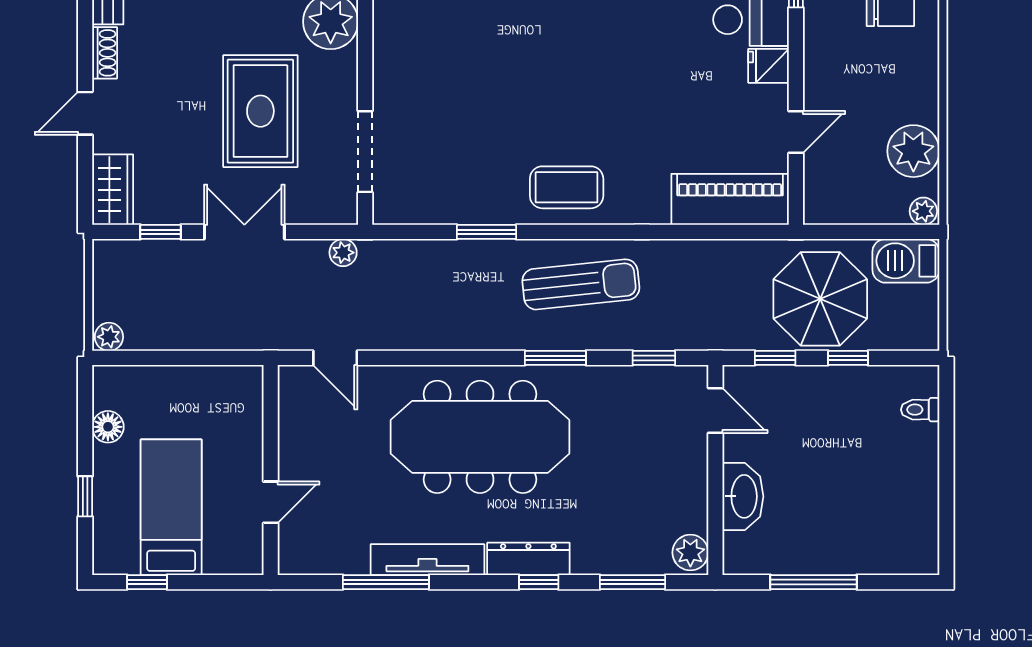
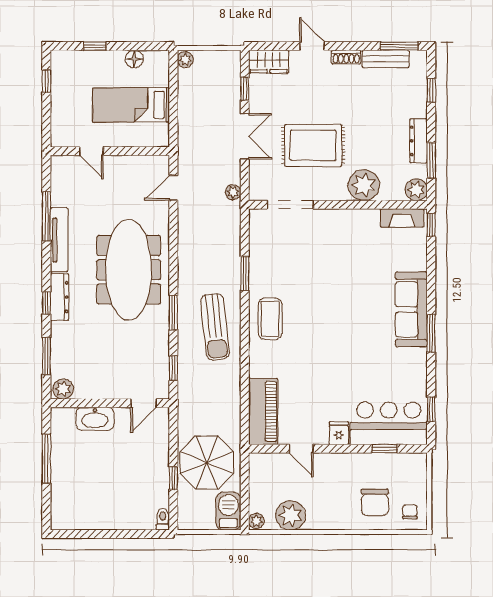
window: (775, 358) -> (173, 437), removed
toilet: (920, 410) -> (163, 519), moved
bed: (171, 507) -> (131, 105), moved, turned 180

